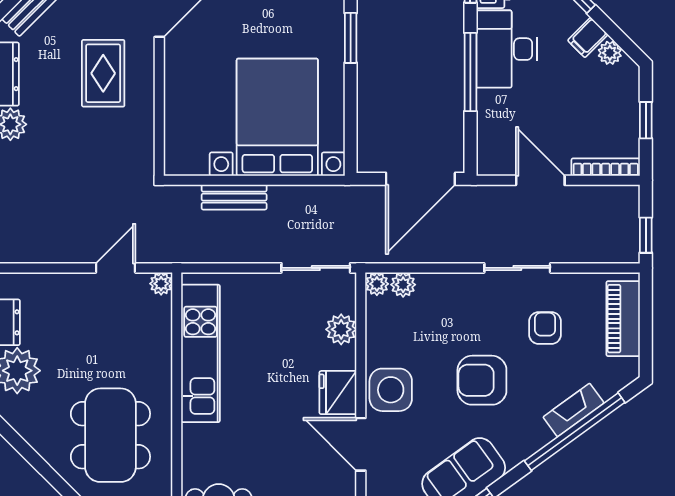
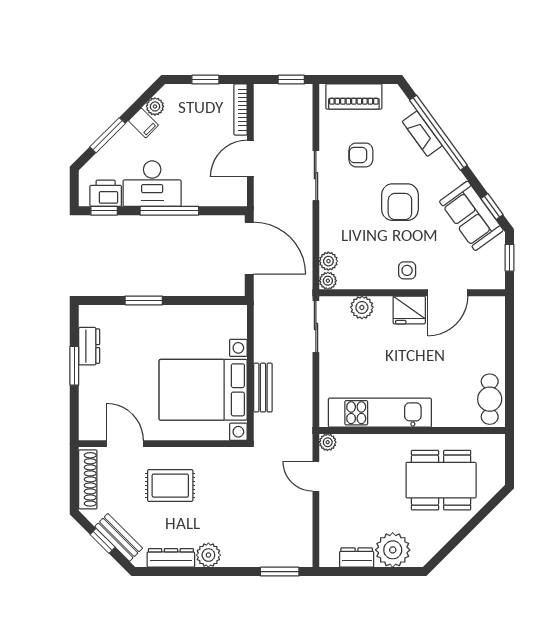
bed with nightstands: (277, 117) -> (203, 390), moved
side table: (391, 390) -> (407, 270), width x0.54, depth x0.54

